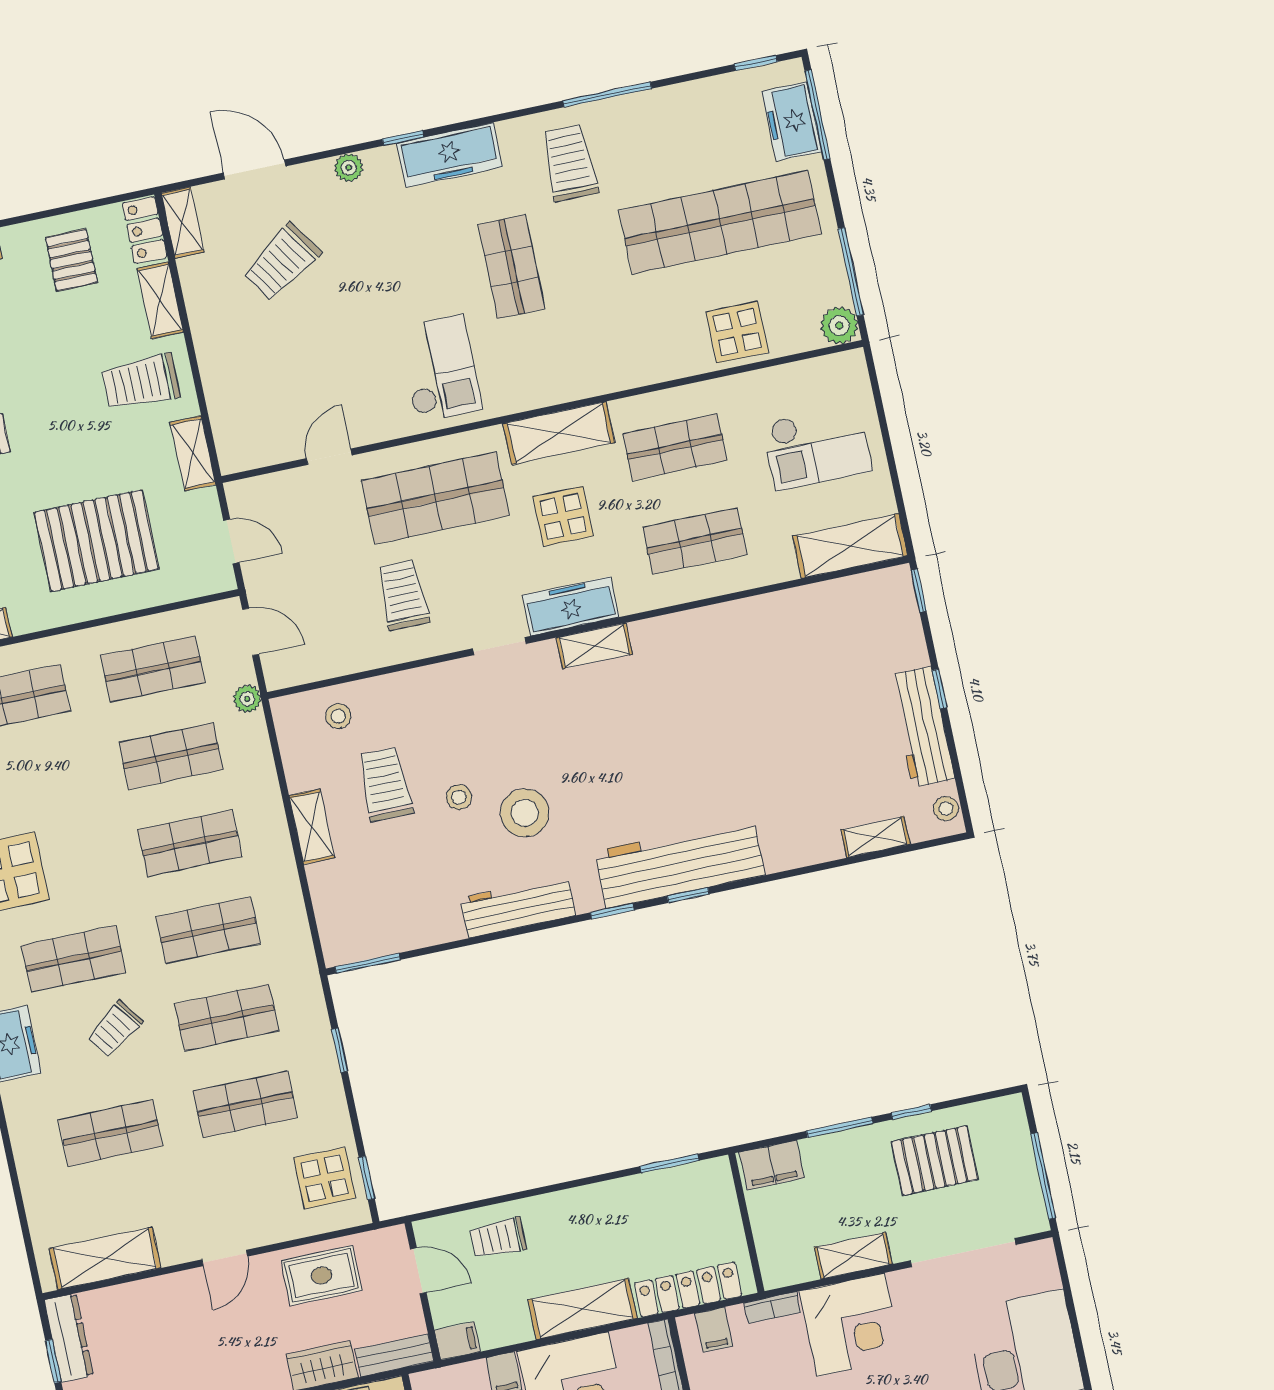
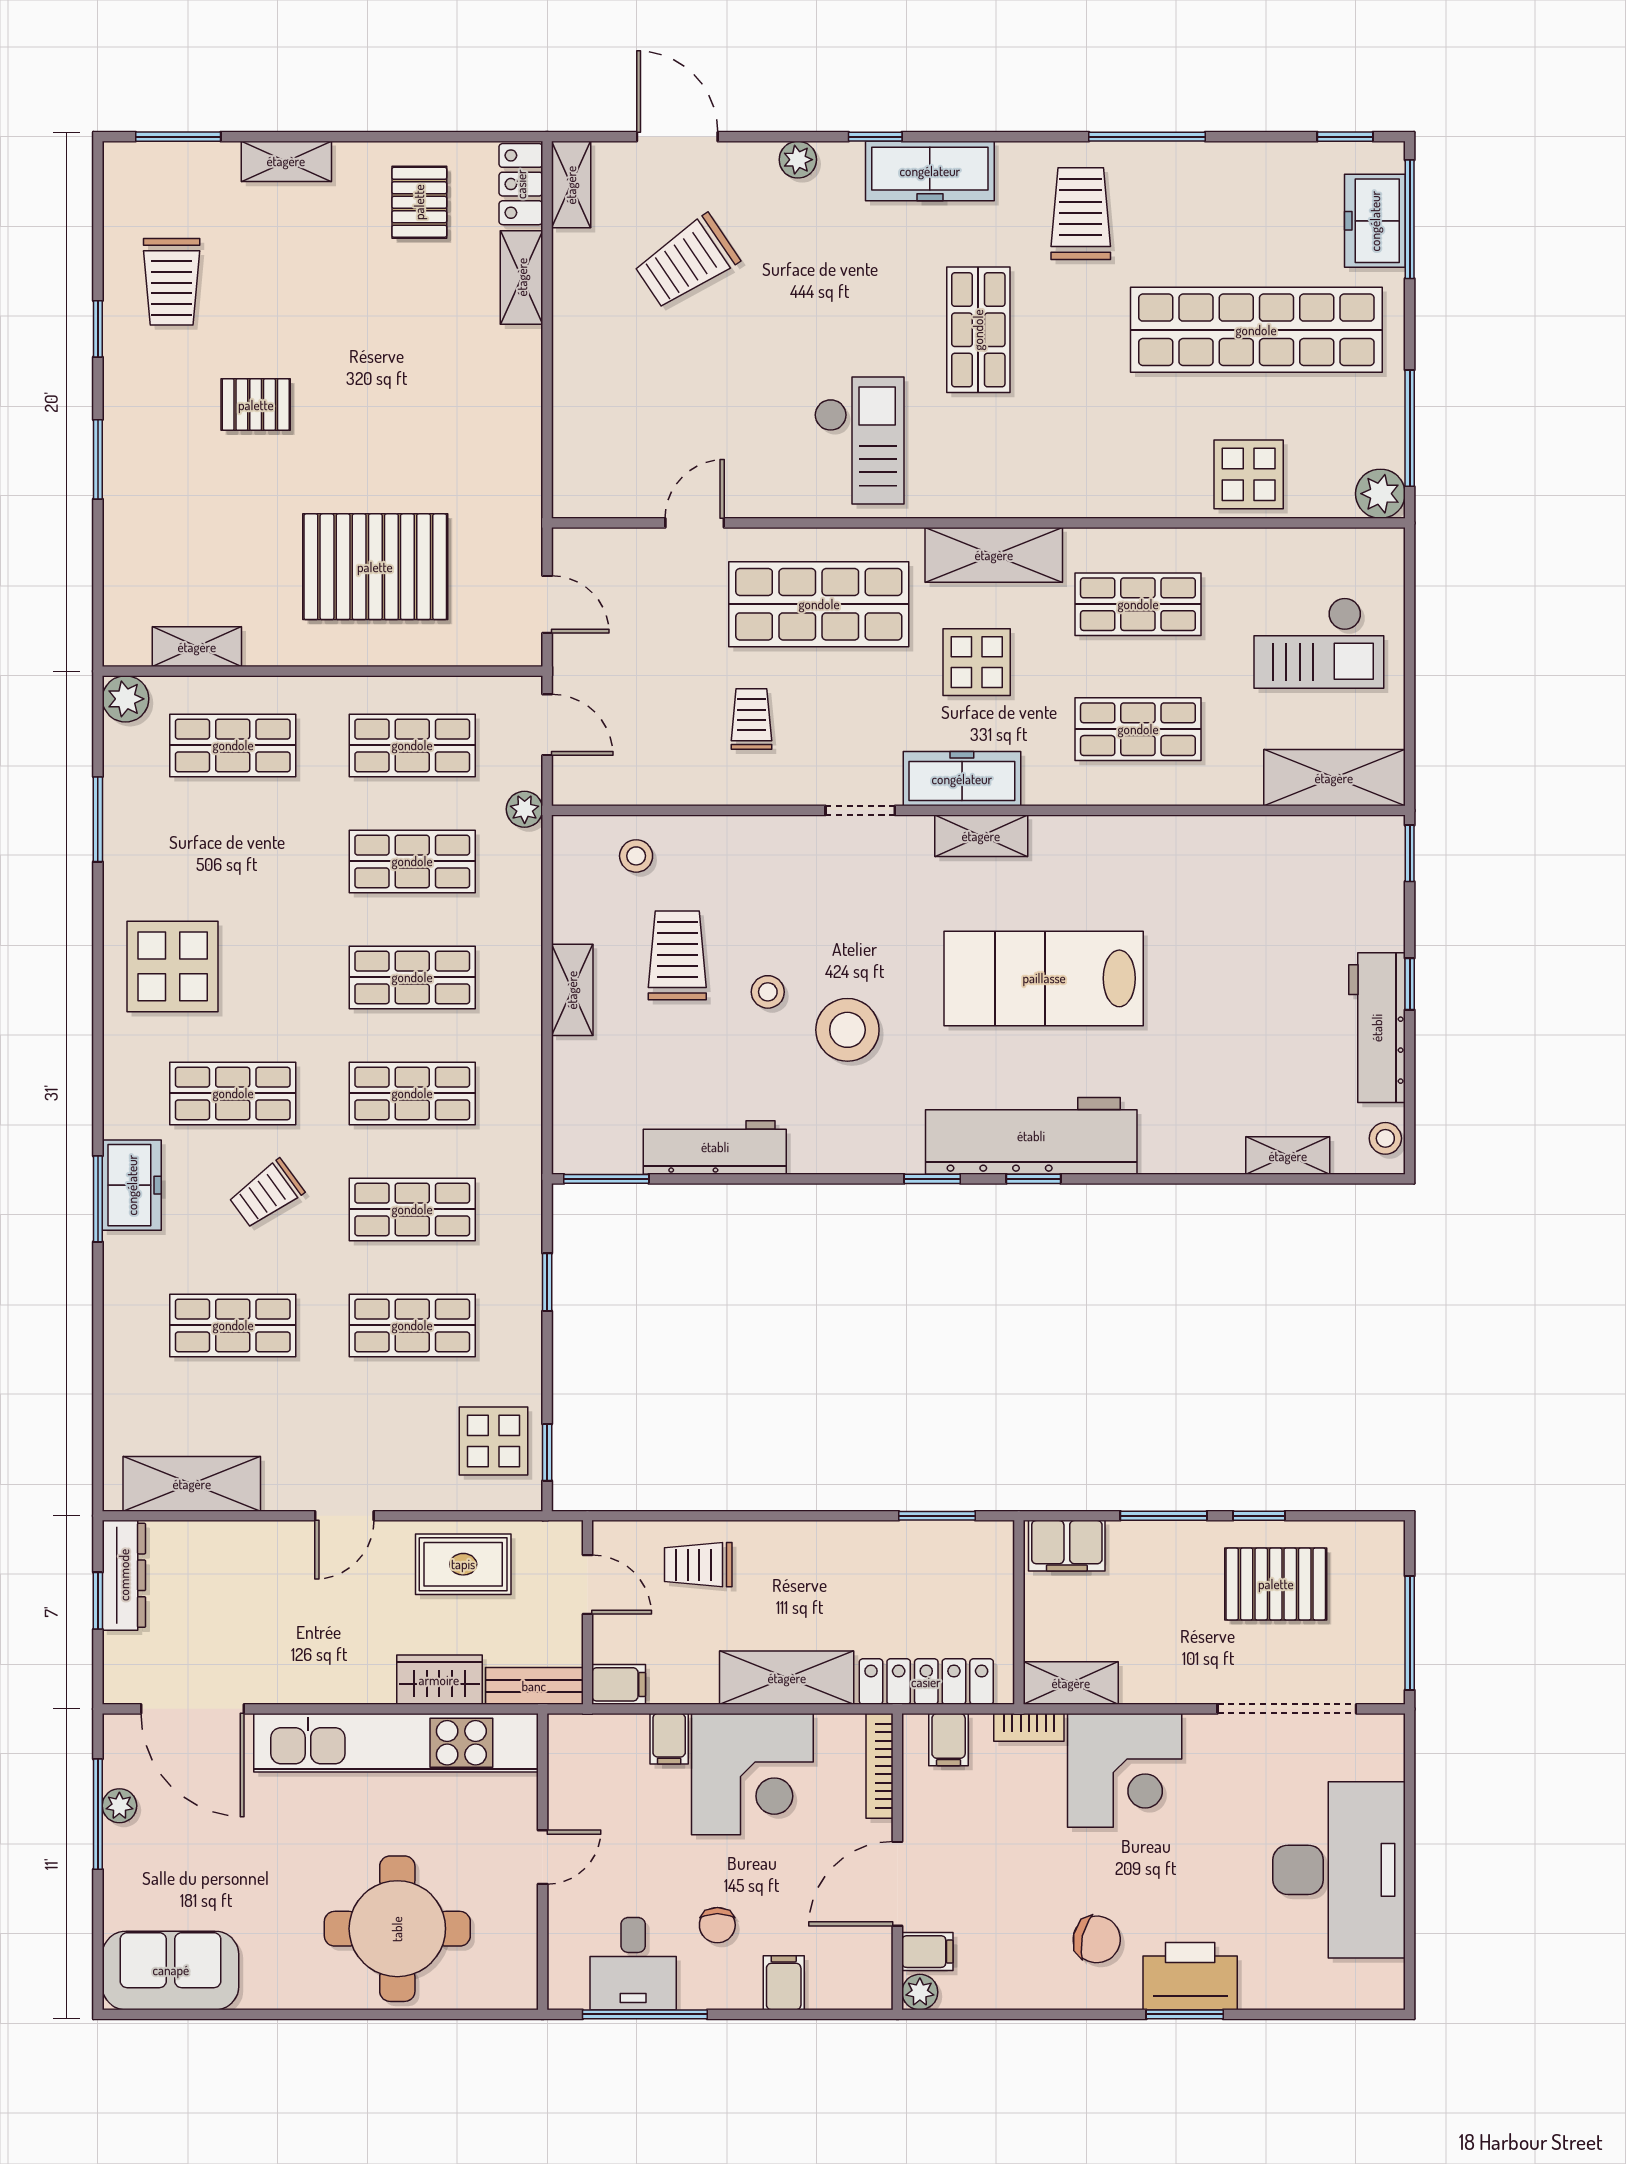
trolley: (141, 382) -> (475, 376), removed
shelving: (193, 453) -> (522, 482), removed
trolley: (403, 595) -> (751, 719), width x0.73, depth x0.72
lab bench: (664, 743) -> (1044, 978), added
workbench: (518, 907) -> (715, 1147), moved
shelving: (853, 1256) -> (1071, 1683), moved

